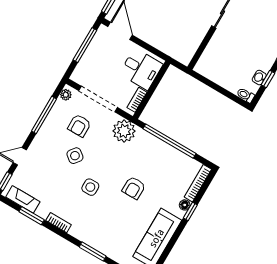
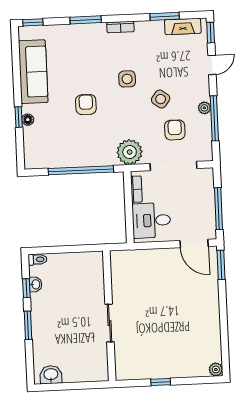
plant: (66, 95) -> (204, 108), moved
bookcase: (198, 183) -> (29, 148), removed
bookcase: (59, 223) -> (120, 27), moved

